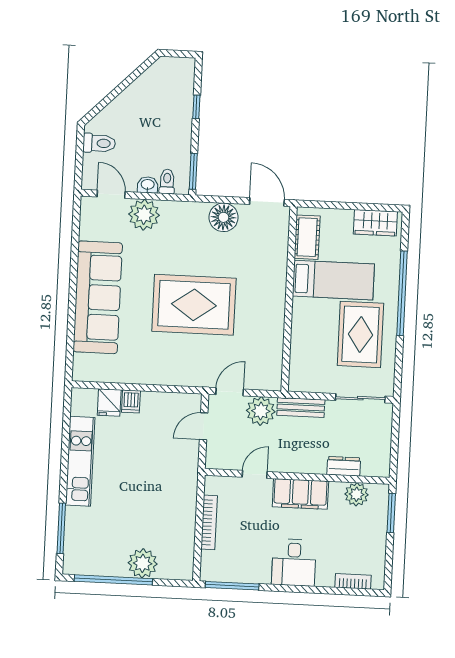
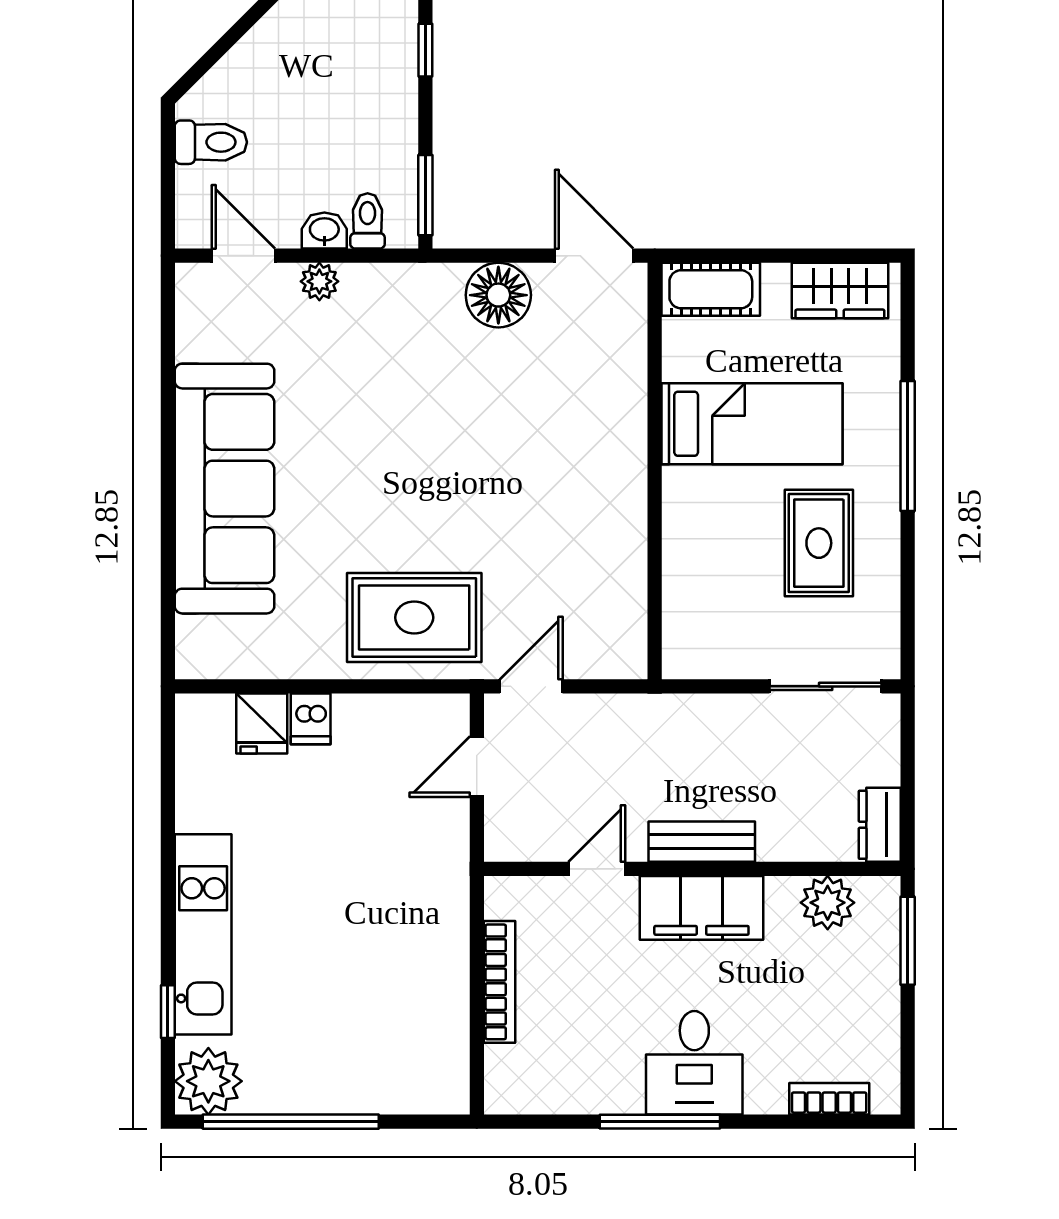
plant: (144, 215) -> (319, 281), width x0.53, depth x0.53
cot: (307, 237) -> (711, 289), moved, turned 90
window: (402, 293) -> (908, 446), width x0.68
rug: (194, 305) -> (414, 618), moved, width x0.73, depth x0.69
rug: (360, 334) -> (819, 543), width x0.73, depth x0.70
bench: (301, 407) -> (702, 842), moved
plant: (261, 411) -> (603, 726), removed
kitchen unit: (80, 461) -> (203, 934), moved
dresser: (344, 466) -> (880, 825), moved, turned -90
window: (61, 528) -> (168, 1012), width x0.46
plant: (143, 563) -> (208, 1081), moved
window: (232, 586) -> (660, 1122), moved

